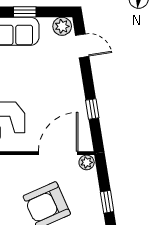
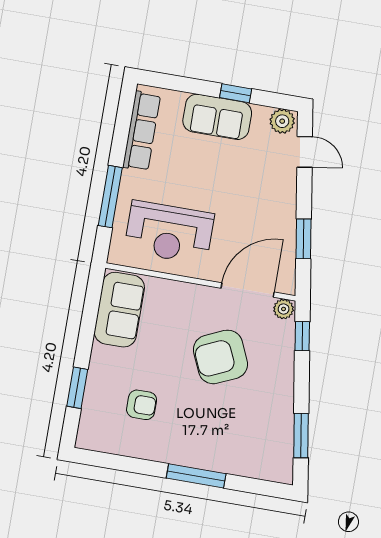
window: (92, 109) -> (303, 239), width x1.50
window: (107, 202) -> (302, 336), moved

